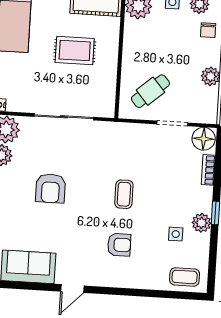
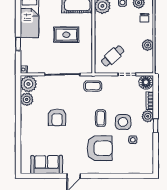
side table: (161, 203) -> (123, 122), added
plant: (201, 223) -> (148, 116), moved
armchair: (119, 245) -> (100, 148), width x1.88, depth x1.88
coffee table: (185, 277) -> (93, 86), moved

